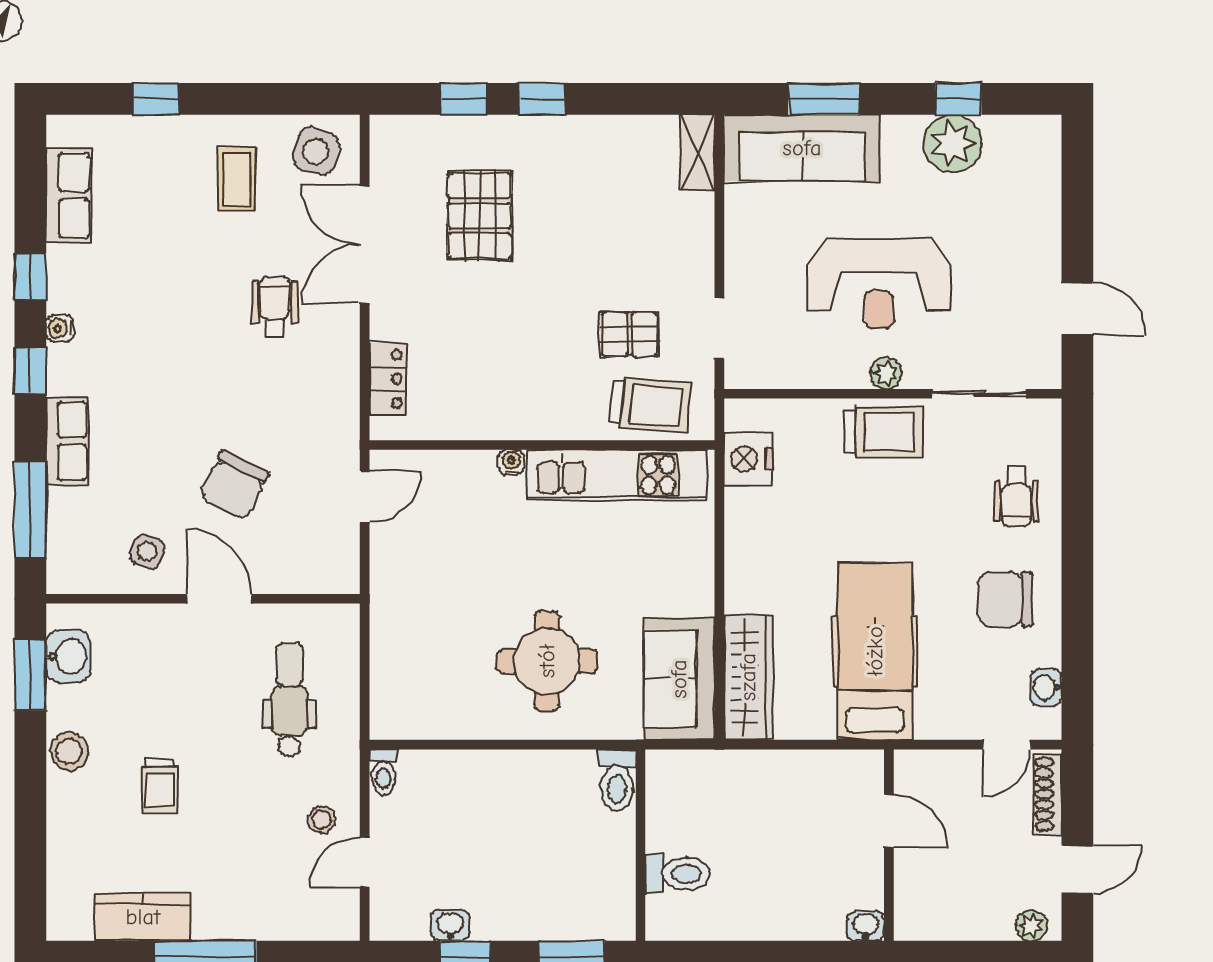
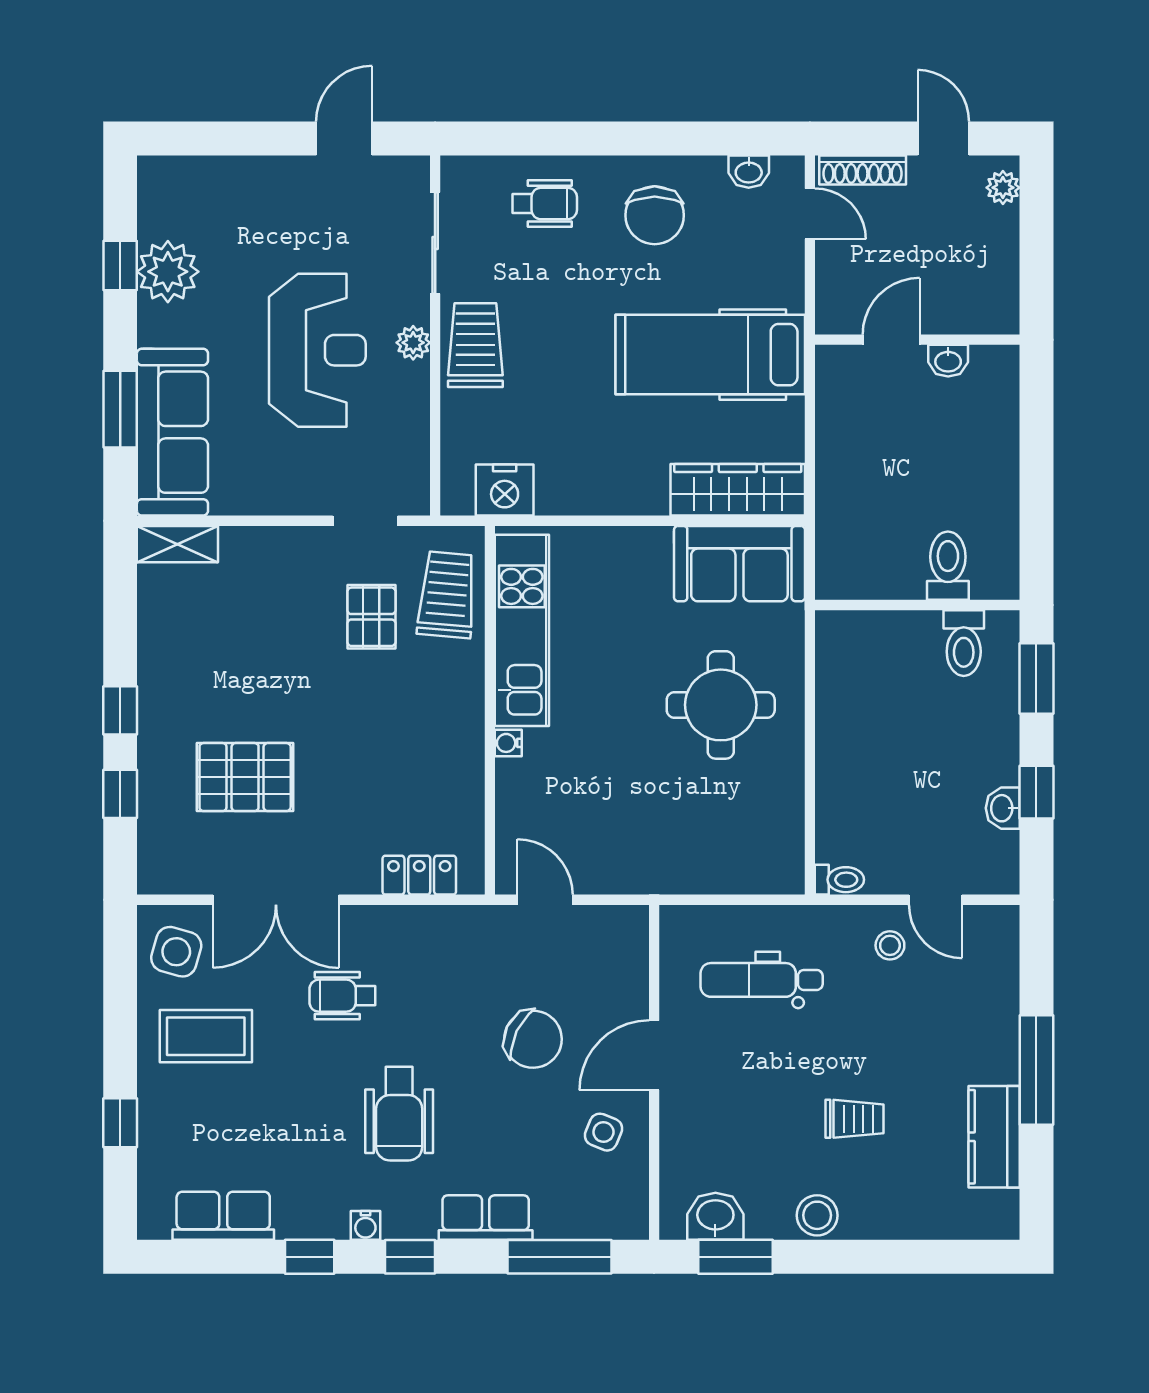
coffee table: (237, 179) -> (206, 1036), width x1.36, depth x1.30
wheelchair: (164, 360) -> (399, 1114), added
toilet: (617, 780) -> (964, 643), moved, turned 90
washbasin: (866, 926) -> (948, 361), moved, turned -90

